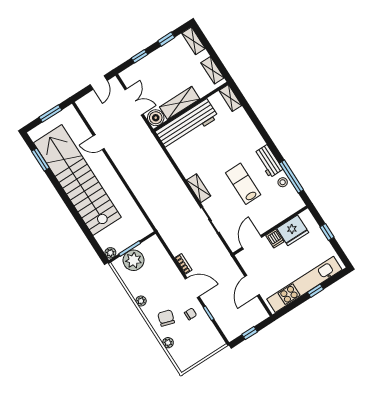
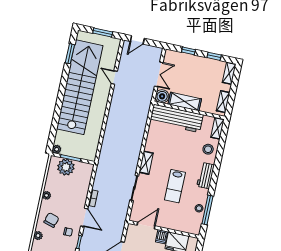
door: (99, 83) -> (137, 40), moved
stool: (240, 124) -> (208, 149), added
workbench: (268, 161) -> (206, 176), moved
lab bench: (243, 184) -> (175, 186), turned 180

